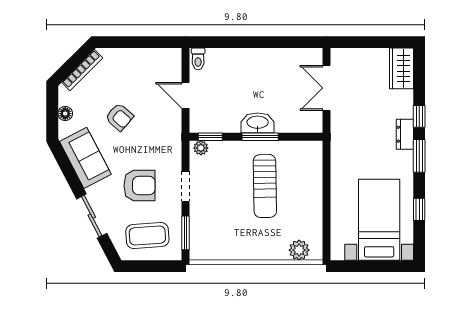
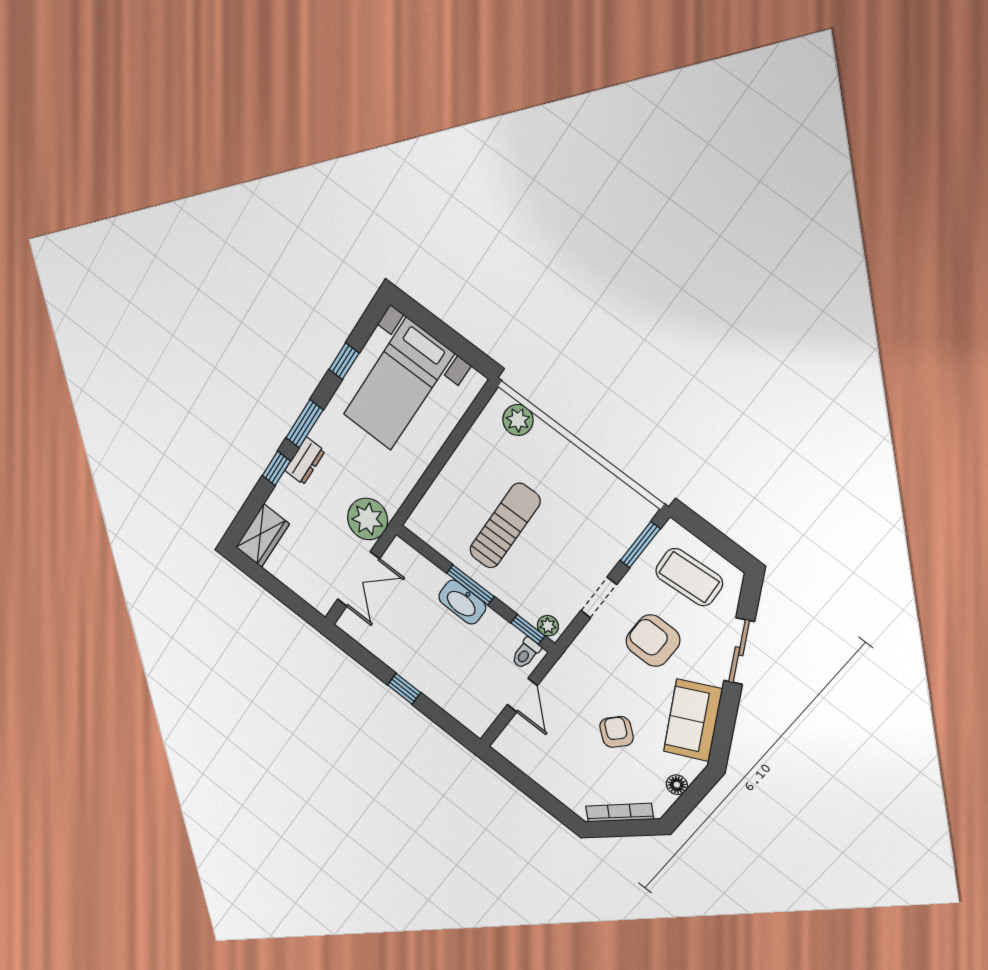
window: (254, 42) -> (404, 689), added
toilet: (198, 59) -> (526, 653), moved, turned 180
plant: (345, 129) -> (368, 519), added

